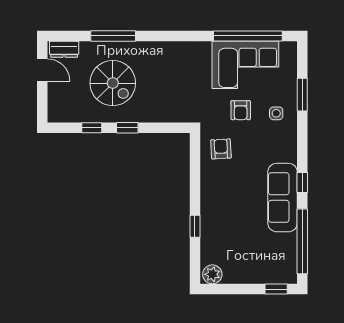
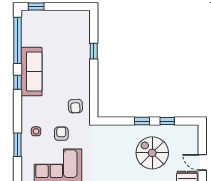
plant: (212, 274) -> (81, 17), removed

